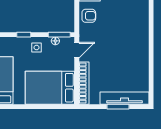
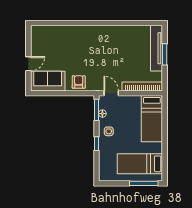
bed: (50, 88) -> (152, 119), width x0.67

